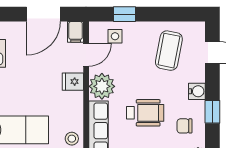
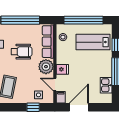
door: (86, 55) -> (55, 84), hinge flipped
wheelchair: (145, 113) -> (22, 52), turned 180

